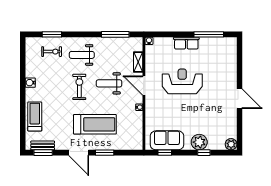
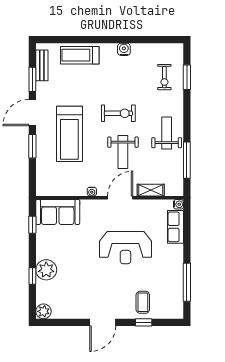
row of seats: (186, 43) -> (175, 227), moved
weight bench: (82, 55) -> (167, 133), moved
coffee table: (224, 68) -> (143, 302), added
window: (239, 68) -> (144, 322), added
reception desk: (182, 81) -> (125, 248), turned 90
weight bench: (109, 83) -> (123, 152), turned 180
treadmill: (35, 116) -> (80, 55), turned 180
sofa: (167, 140) -> (58, 212), moved, turned 90
window: (43, 153) -> (32, 79), moved

